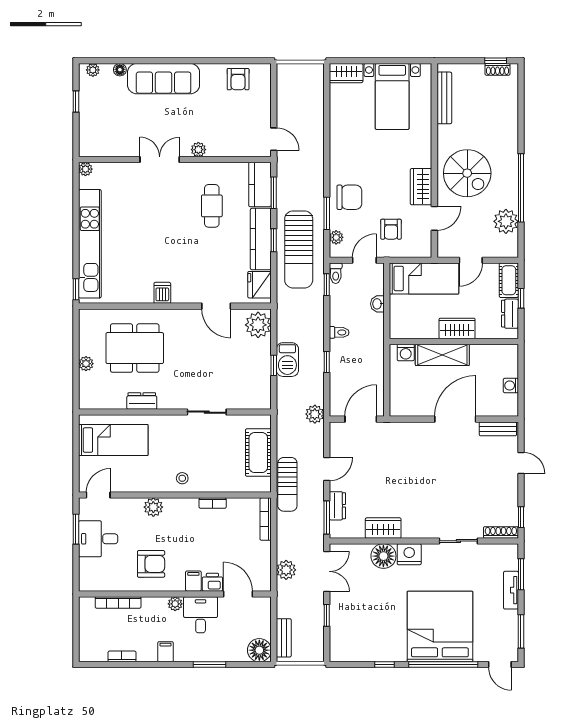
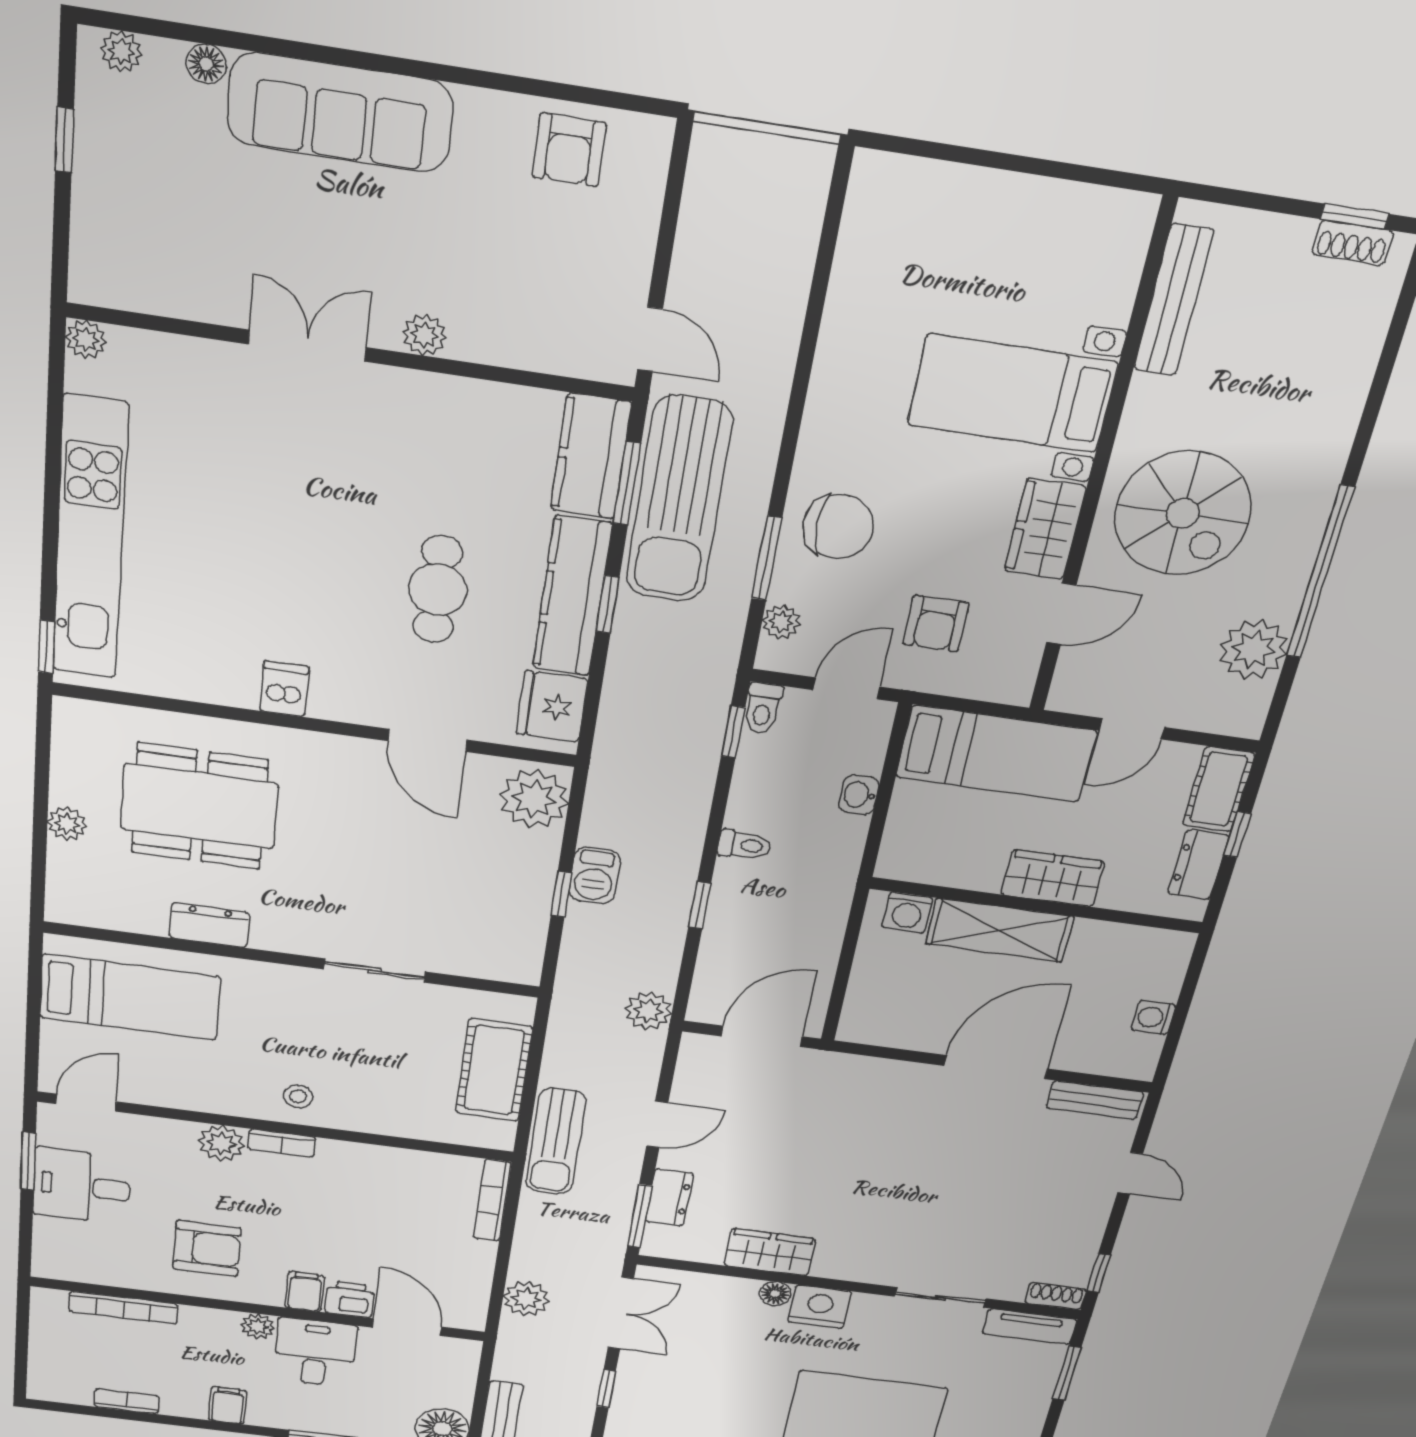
wardrobe: (346, 73) -> (900, 183), removed
bed with nightstands: (392, 96) -> (1012, 394), moved, turned 90
cafe table: (212, 206) -> (438, 589), moved
sun lounger: (299, 249) -> (679, 500), moved
barbecue: (287, 360) -> (595, 876), width x0.73, depth x0.79
bookcase: (213, 503) -> (282, 1143), moved
shoe rack: (501, 532) -> (1056, 1296), width x0.70
floor lamp: (383, 556) -> (775, 1294), width x0.53, depth x0.53
tv unit: (511, 590) -> (1030, 1327), moved, turned -90

